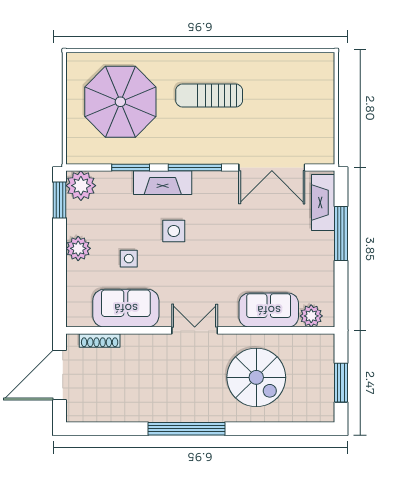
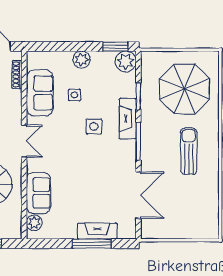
double door: (272, 167) -> (138, 195), swing flipped
fireplace: (323, 203) -> (97, 231), moved

